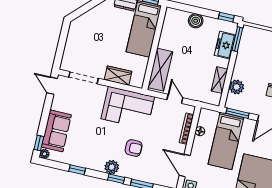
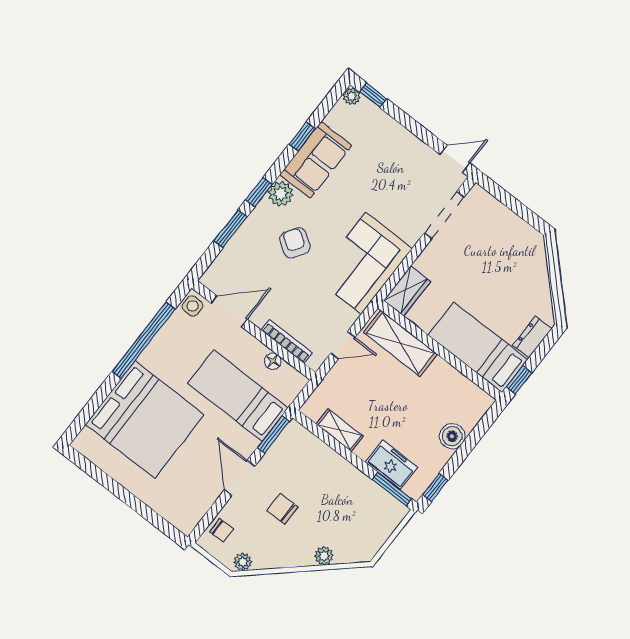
wardrobe: (118, 76) -> (407, 291), moved
plant: (236, 87) -> (316, 452), removed
sofa: (56, 131) -> (316, 160), moved, turned -90
armchair: (134, 148) -> (295, 243), turned 123

